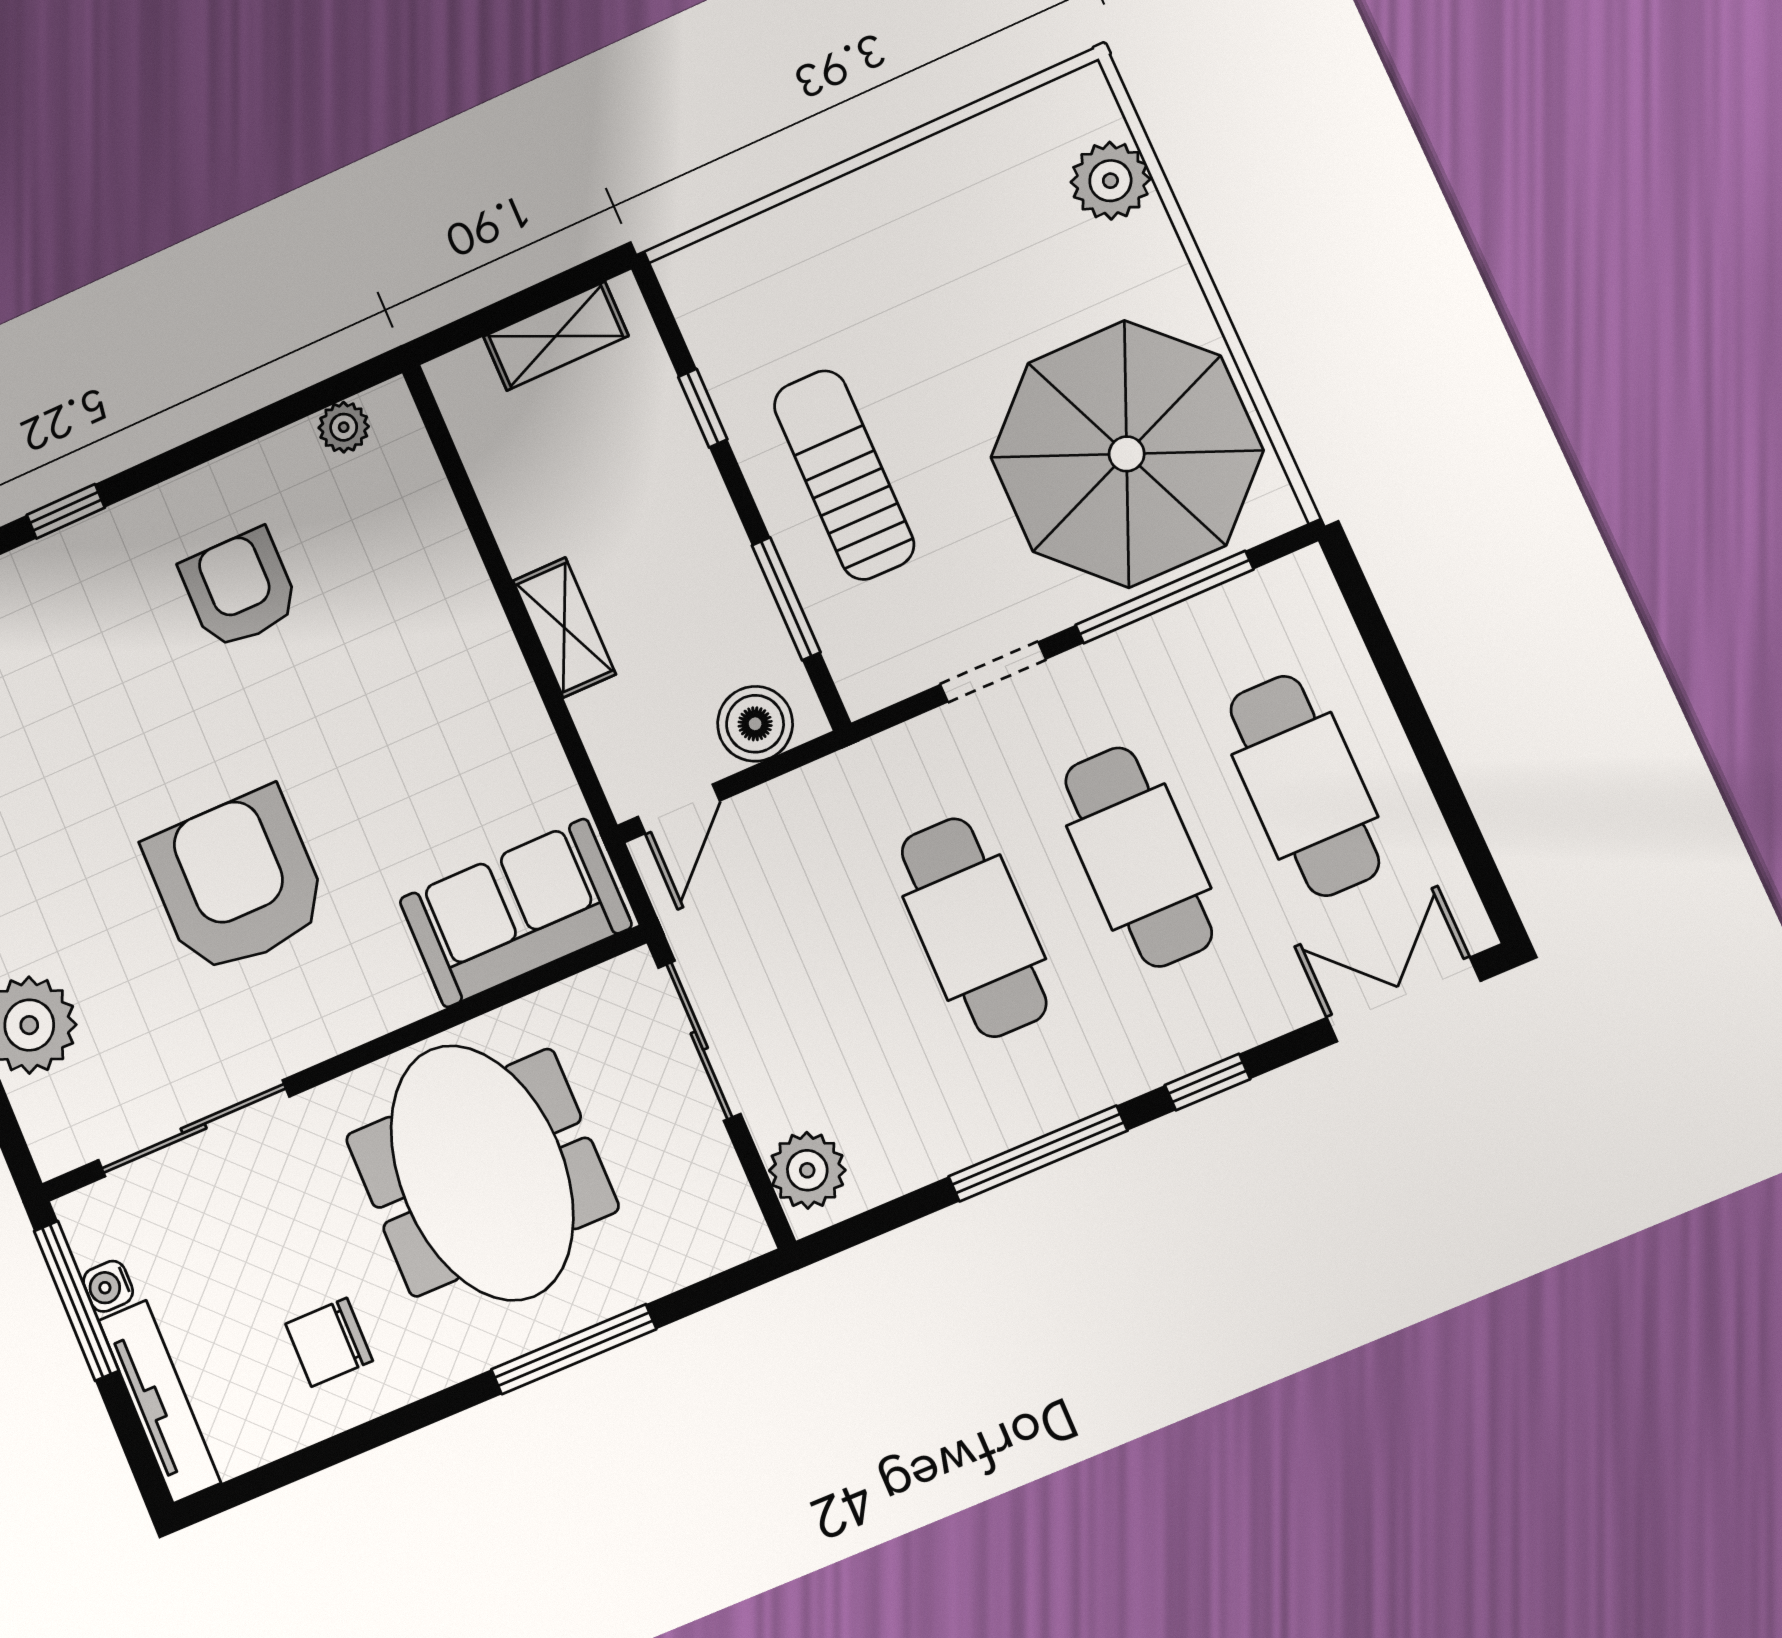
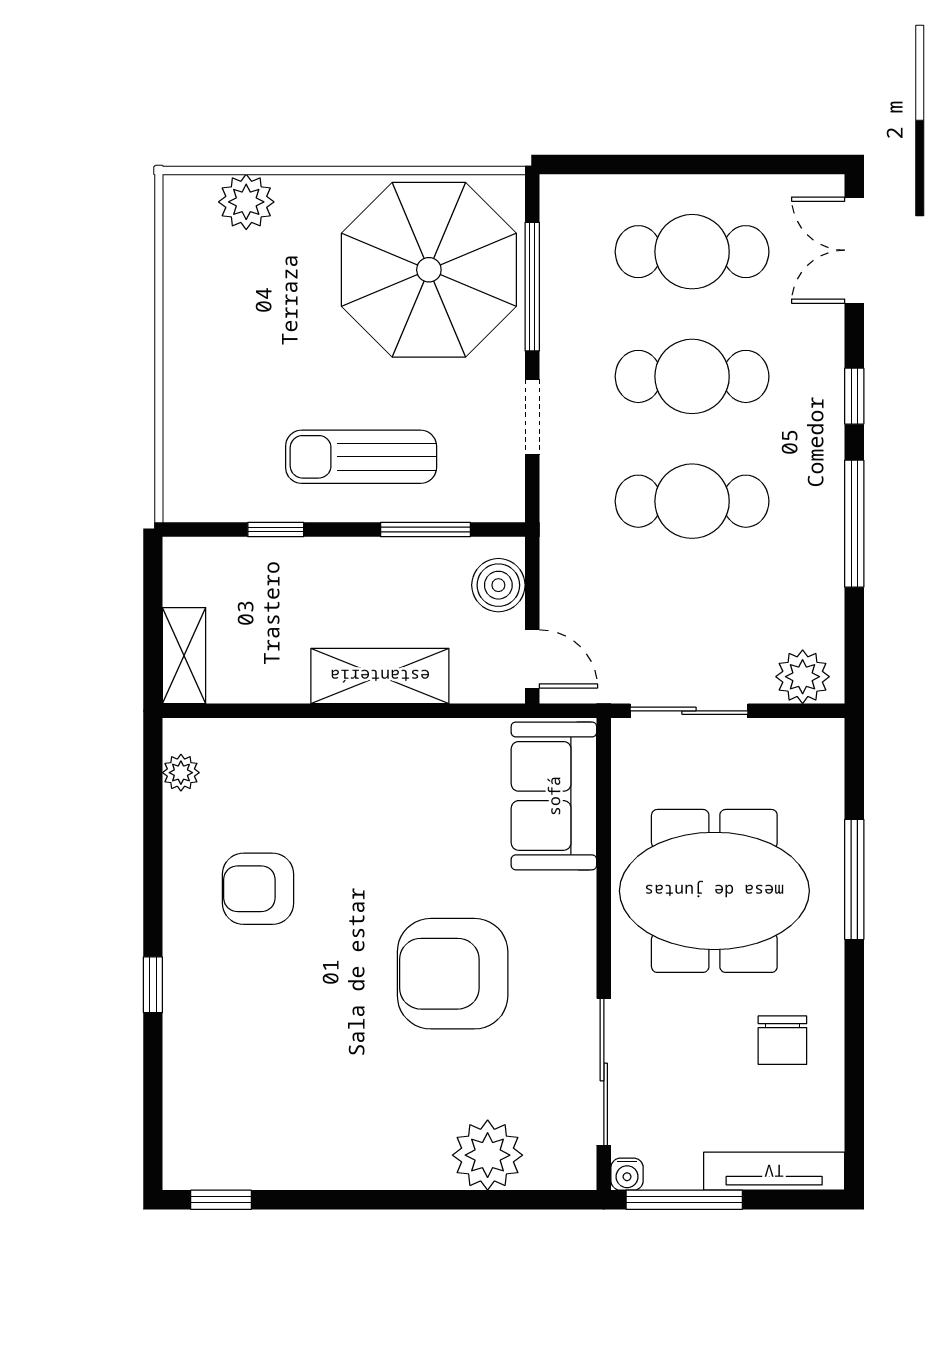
shelving: (556, 336) -> (184, 656), moved
shelving: (564, 628) -> (380, 676), width x1.50, depth x1.33
water cooler: (108, 1286) -> (627, 1174), moved

